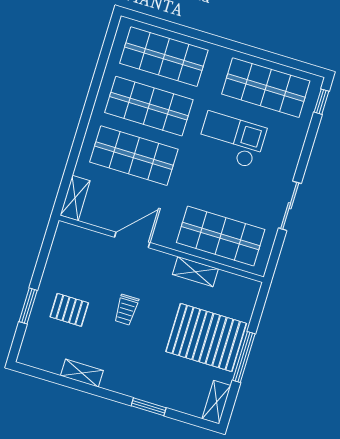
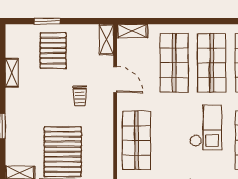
shelving: (195, 272) -> (106, 39), moved
pallet: (69, 310) -> (53, 51), width x1.50, depth x1.42
trolley: (126, 310) -> (80, 96), moved, turned -90

